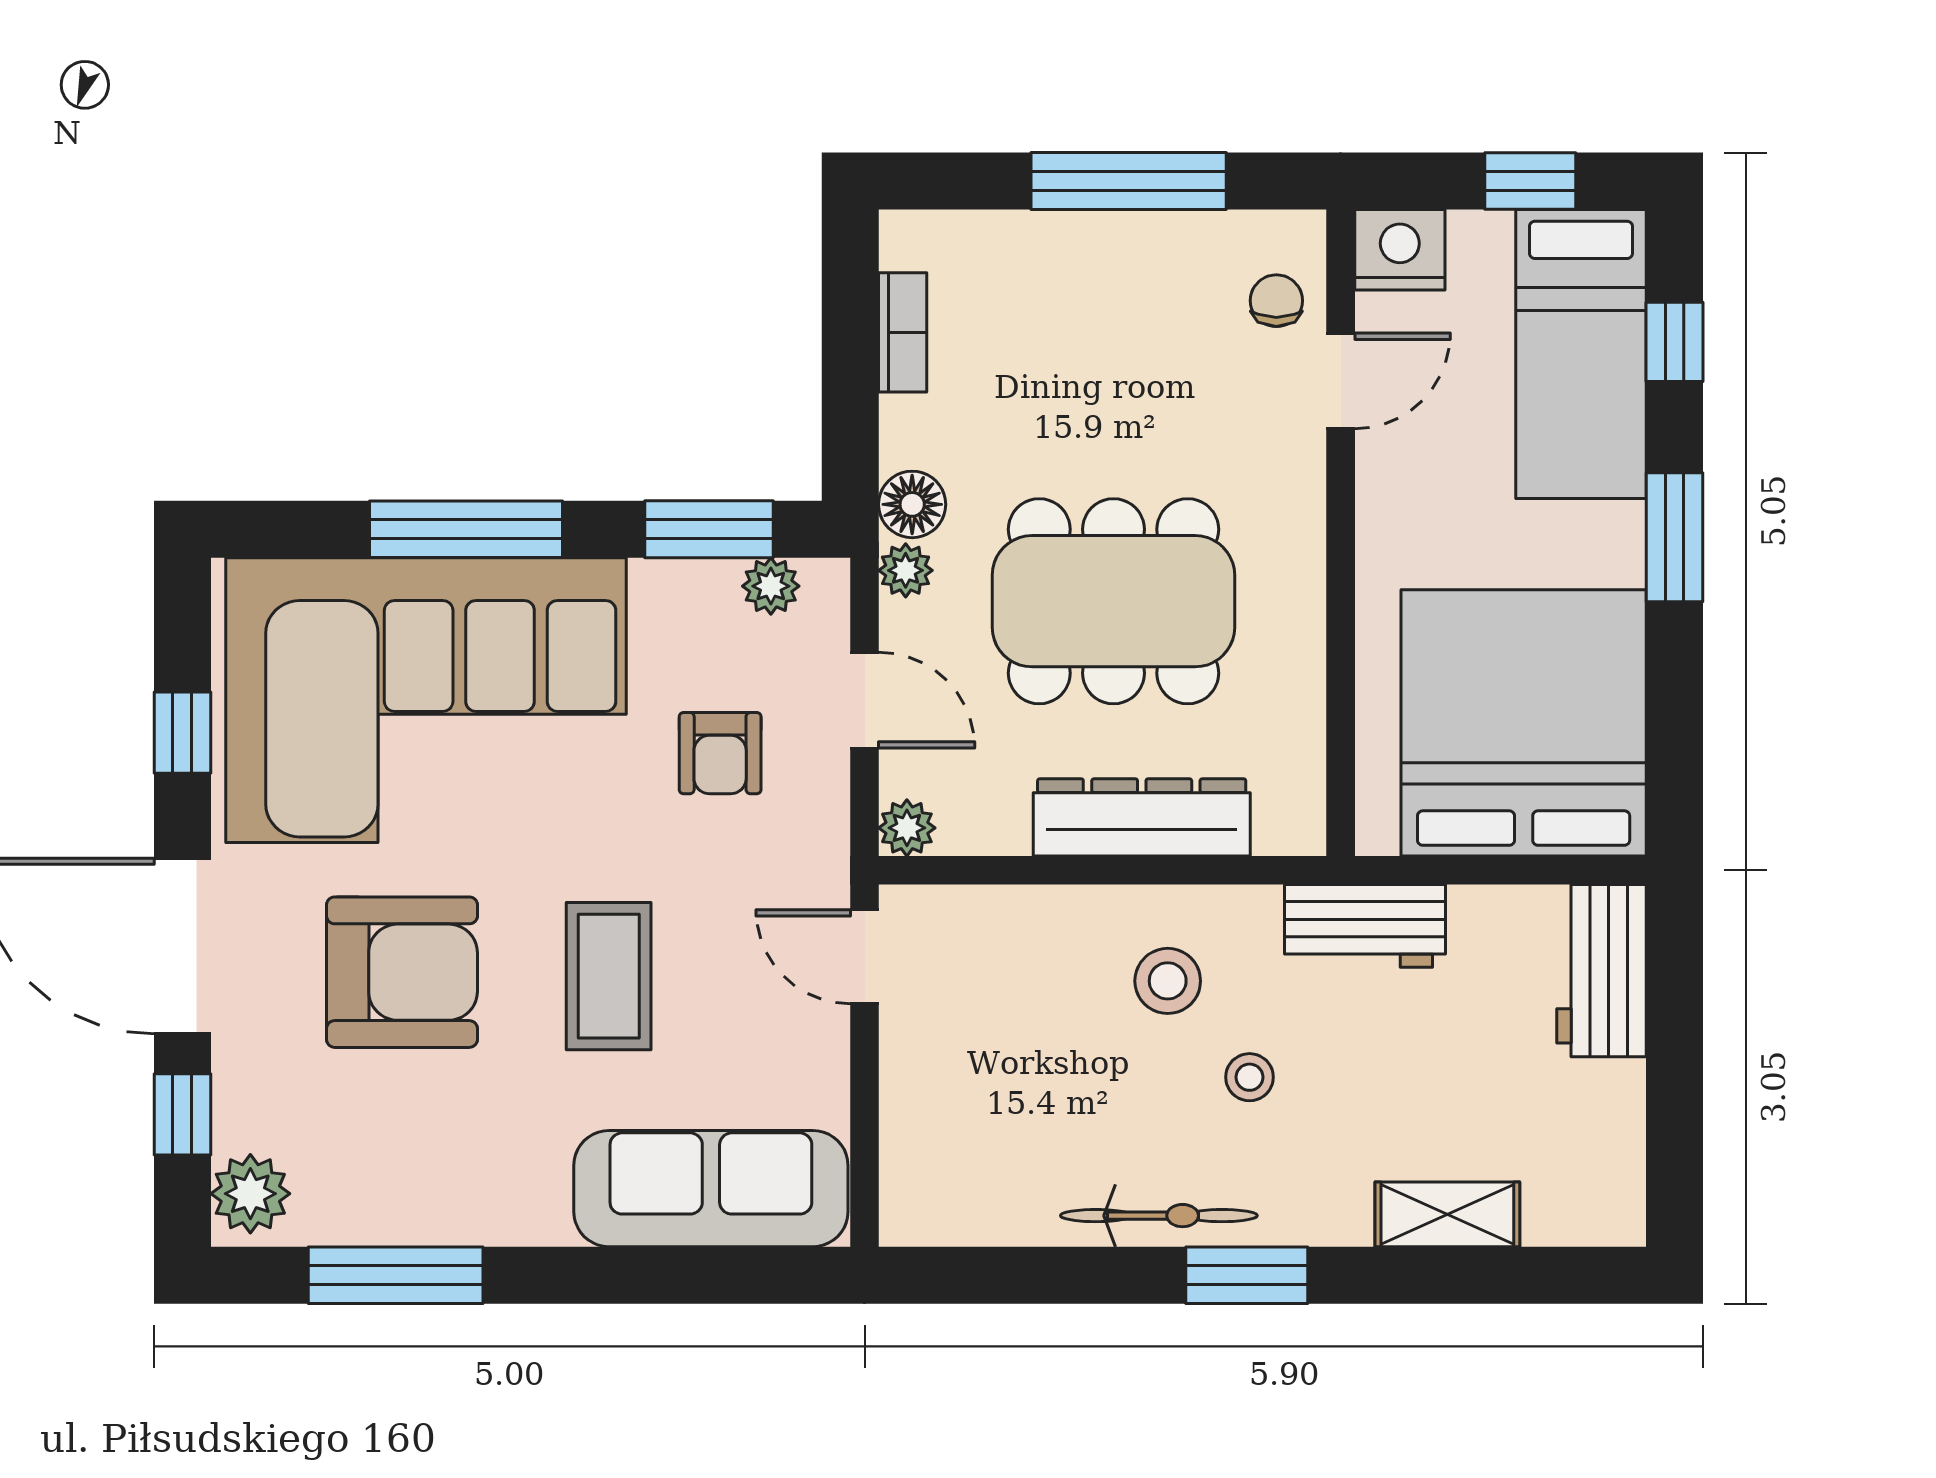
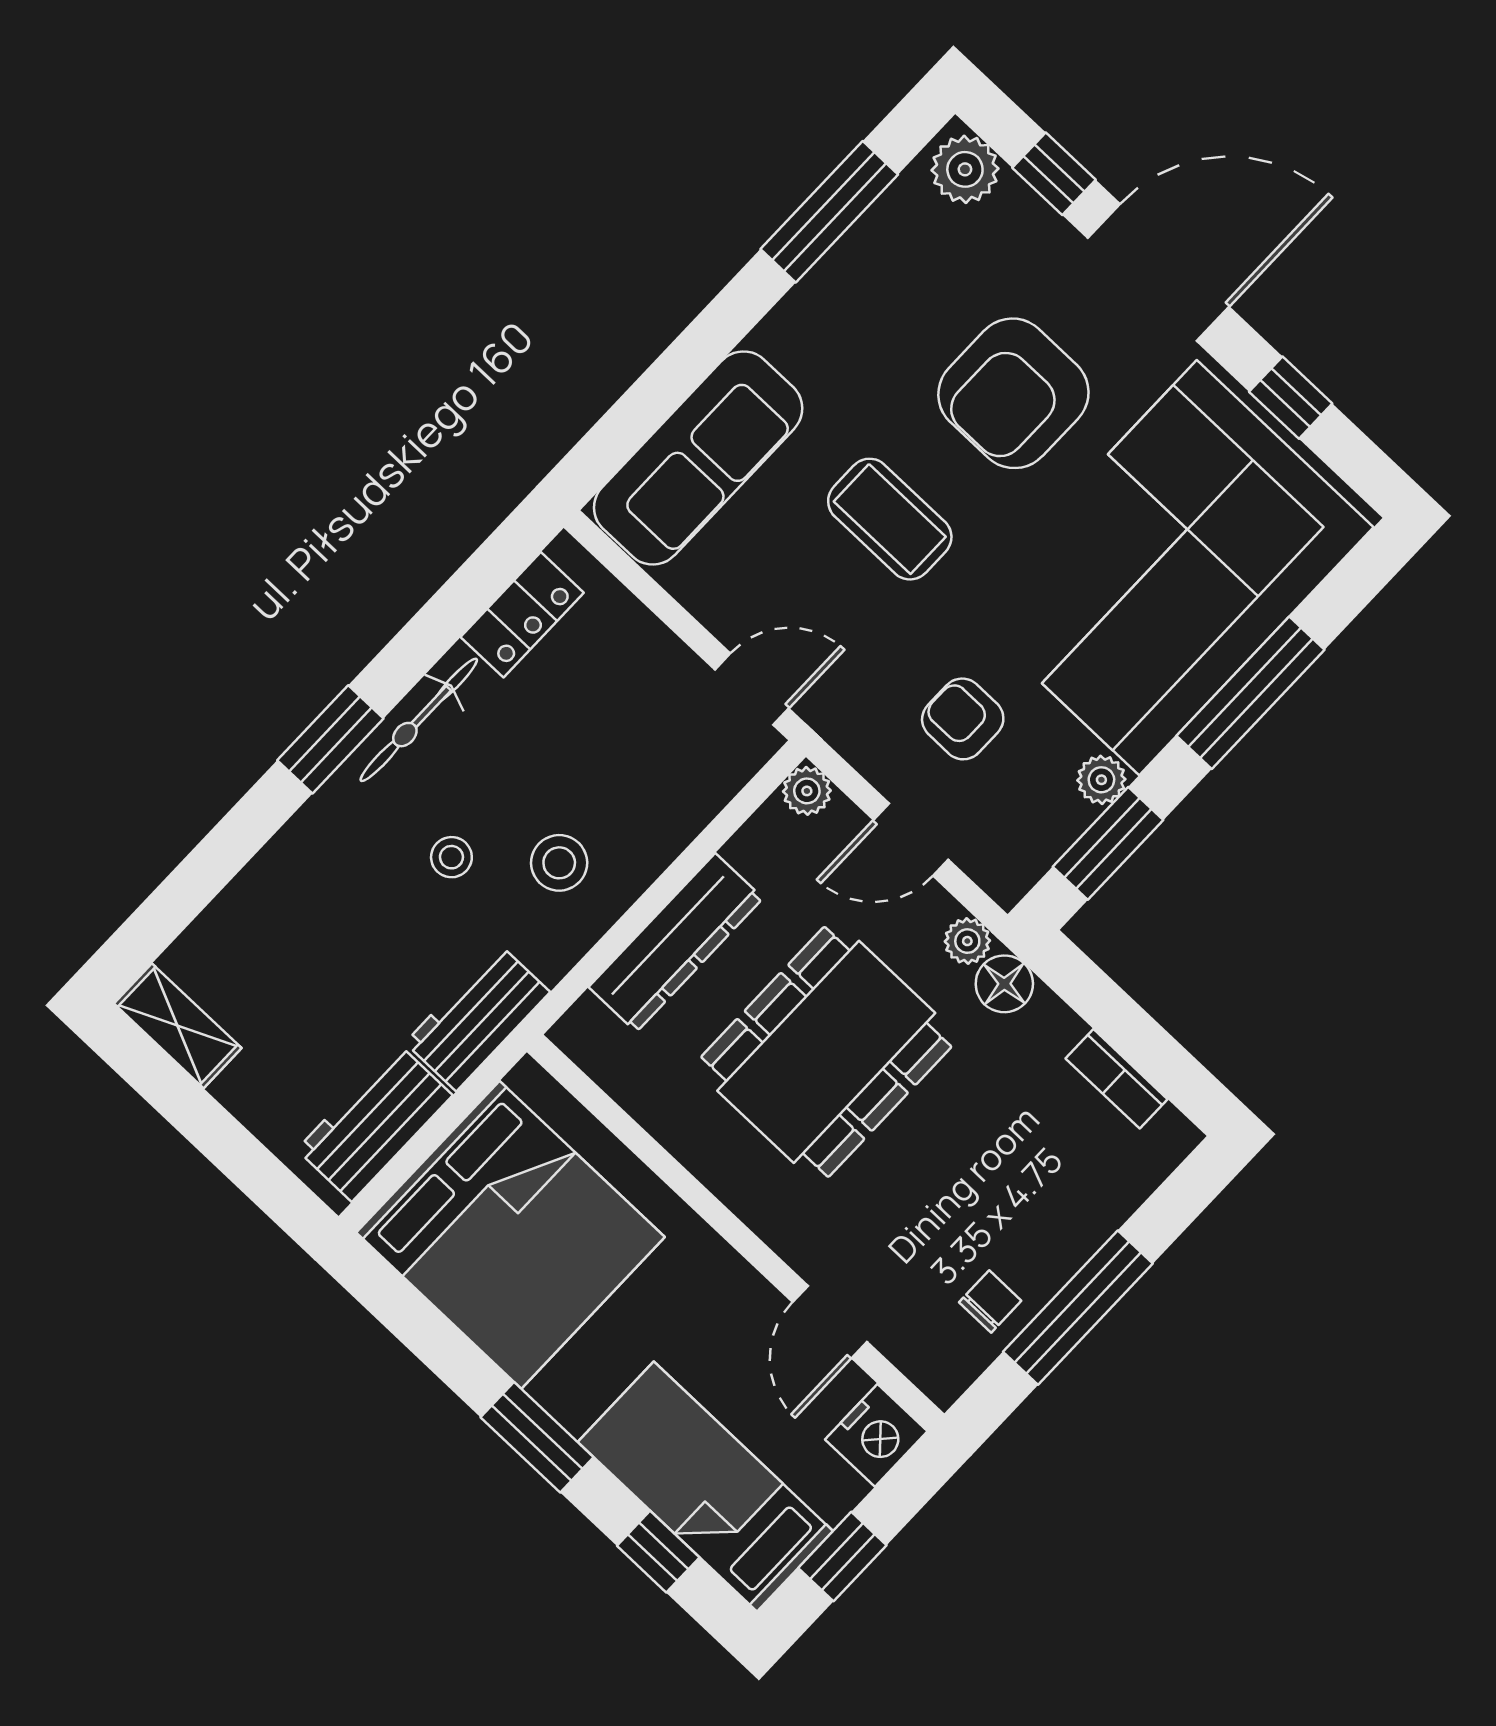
chair: (1276, 301) -> (990, 1302), moved, turned -90
plant: (771, 586) -> (1101, 780), moved
workbench: (1602, 971) -> (375, 1122), moved, turned -90
locker: (986, 1212) -> (522, 615), added
shelving: (1447, 1214) -> (178, 1026), moved, turned 90

